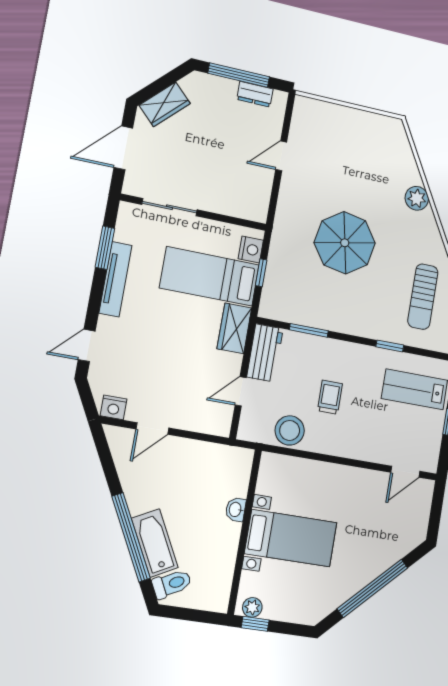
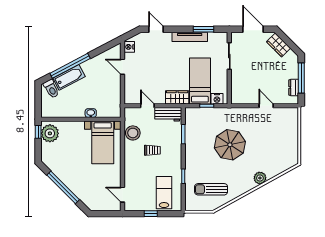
bed with nightstands: (291, 538) -> (103, 142), moved
plant: (252, 607) -> (50, 133), width x1.88, depth x1.88

